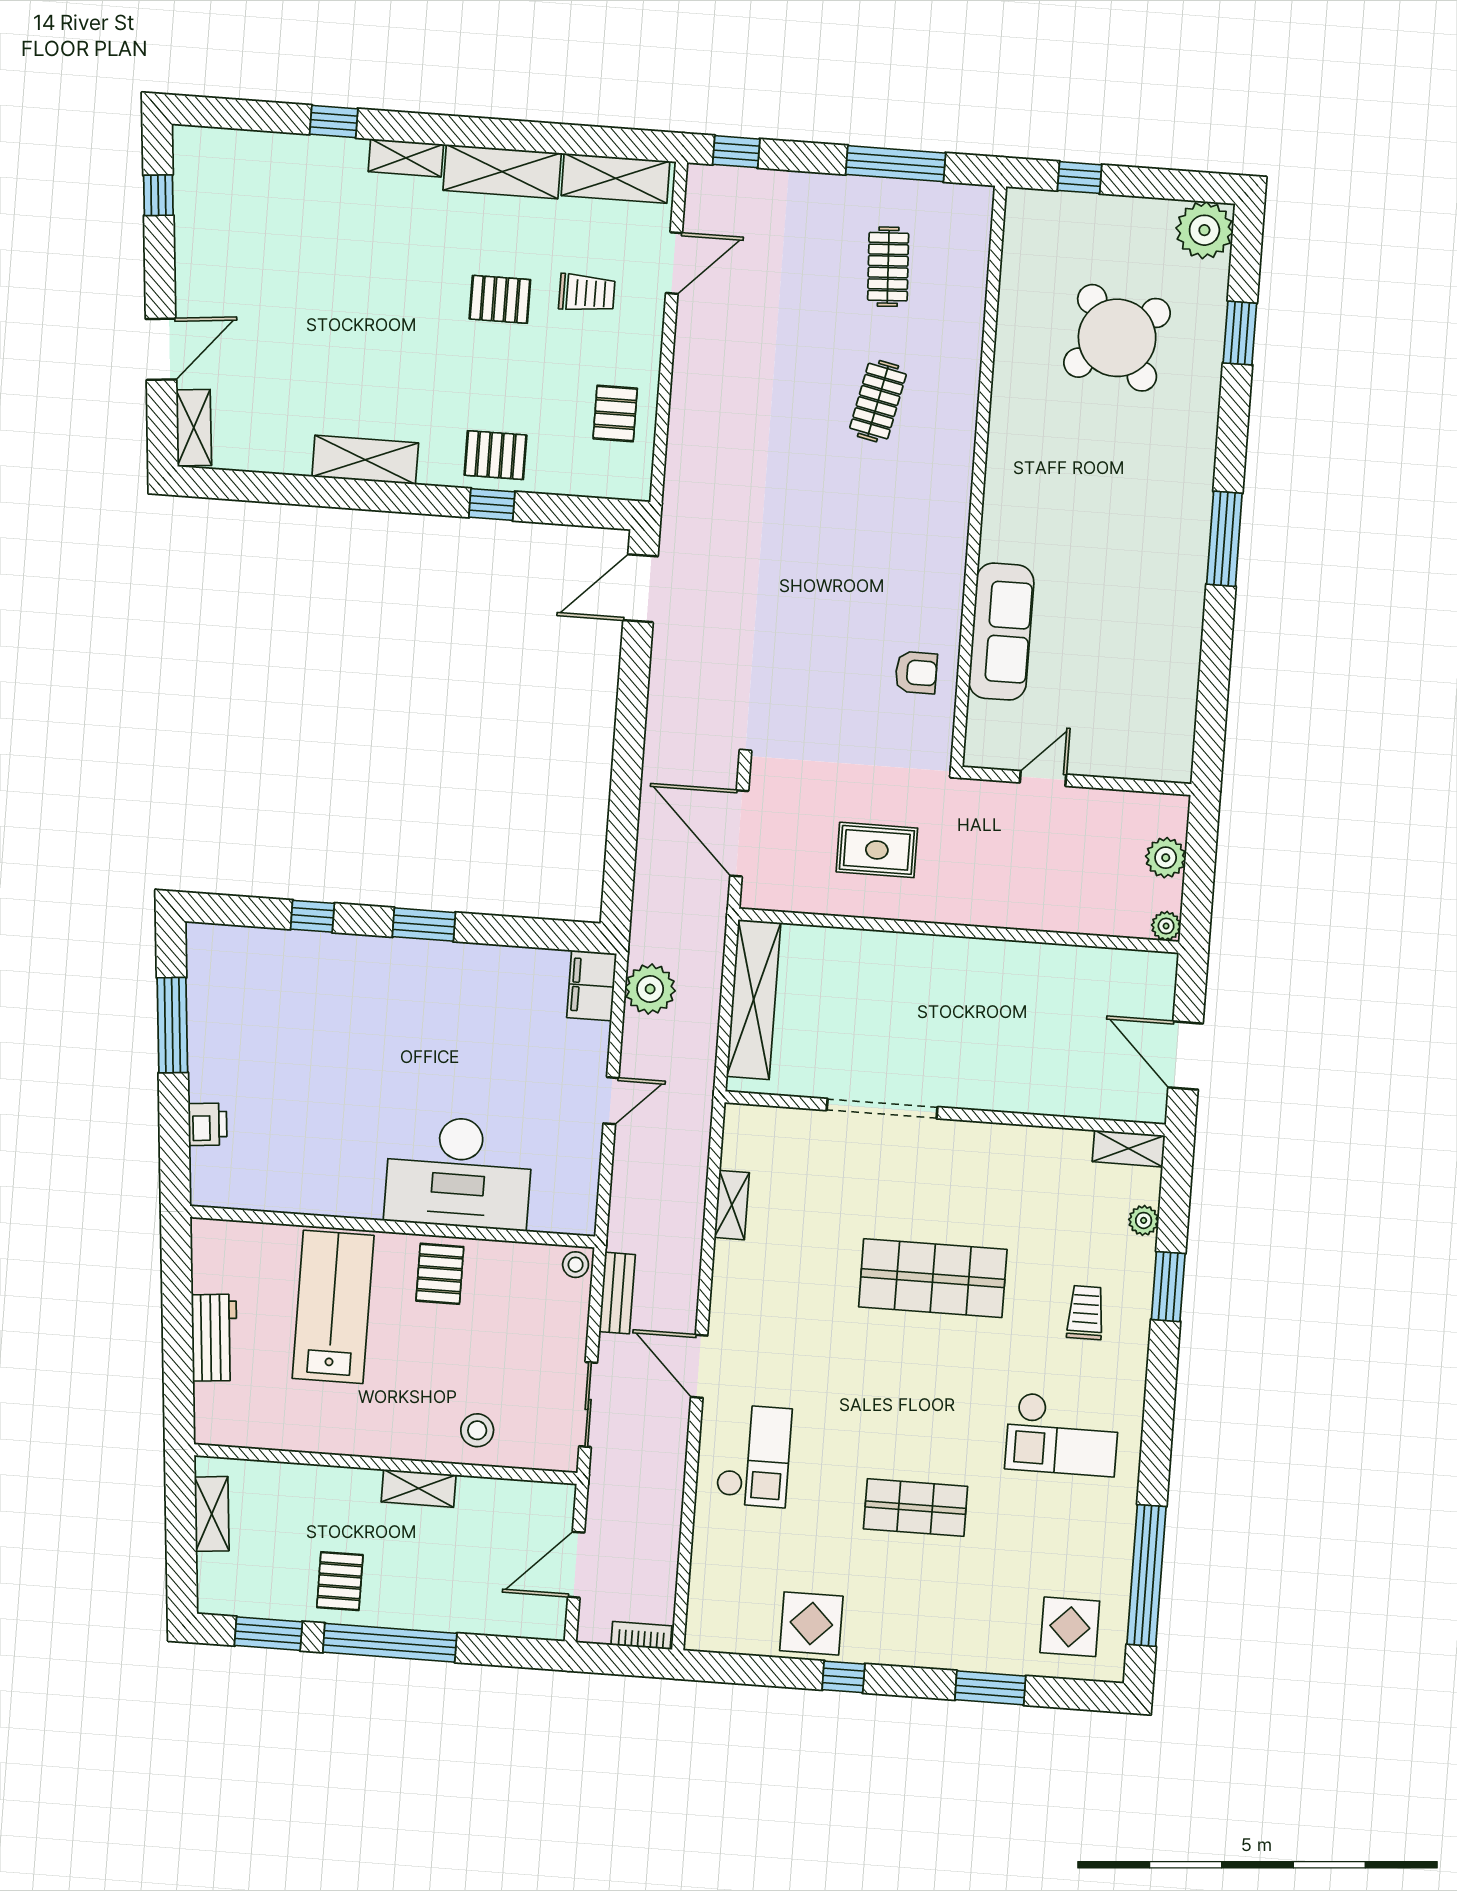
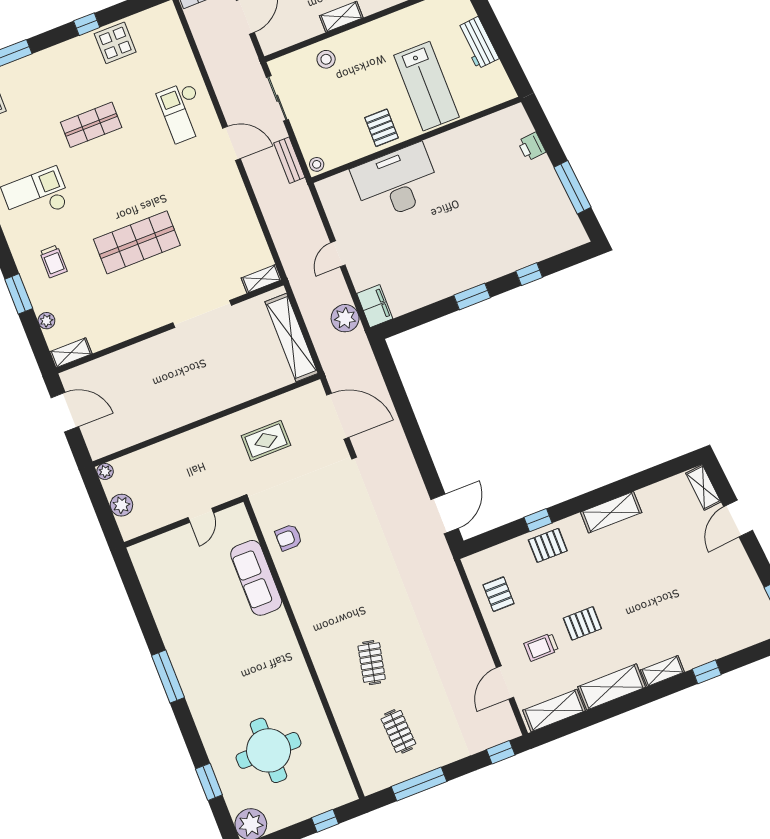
round table: (1117, 338) -> (269, 750), turned 37
shelving: (732, 1205) -> (261, 279), moved, turned 90

